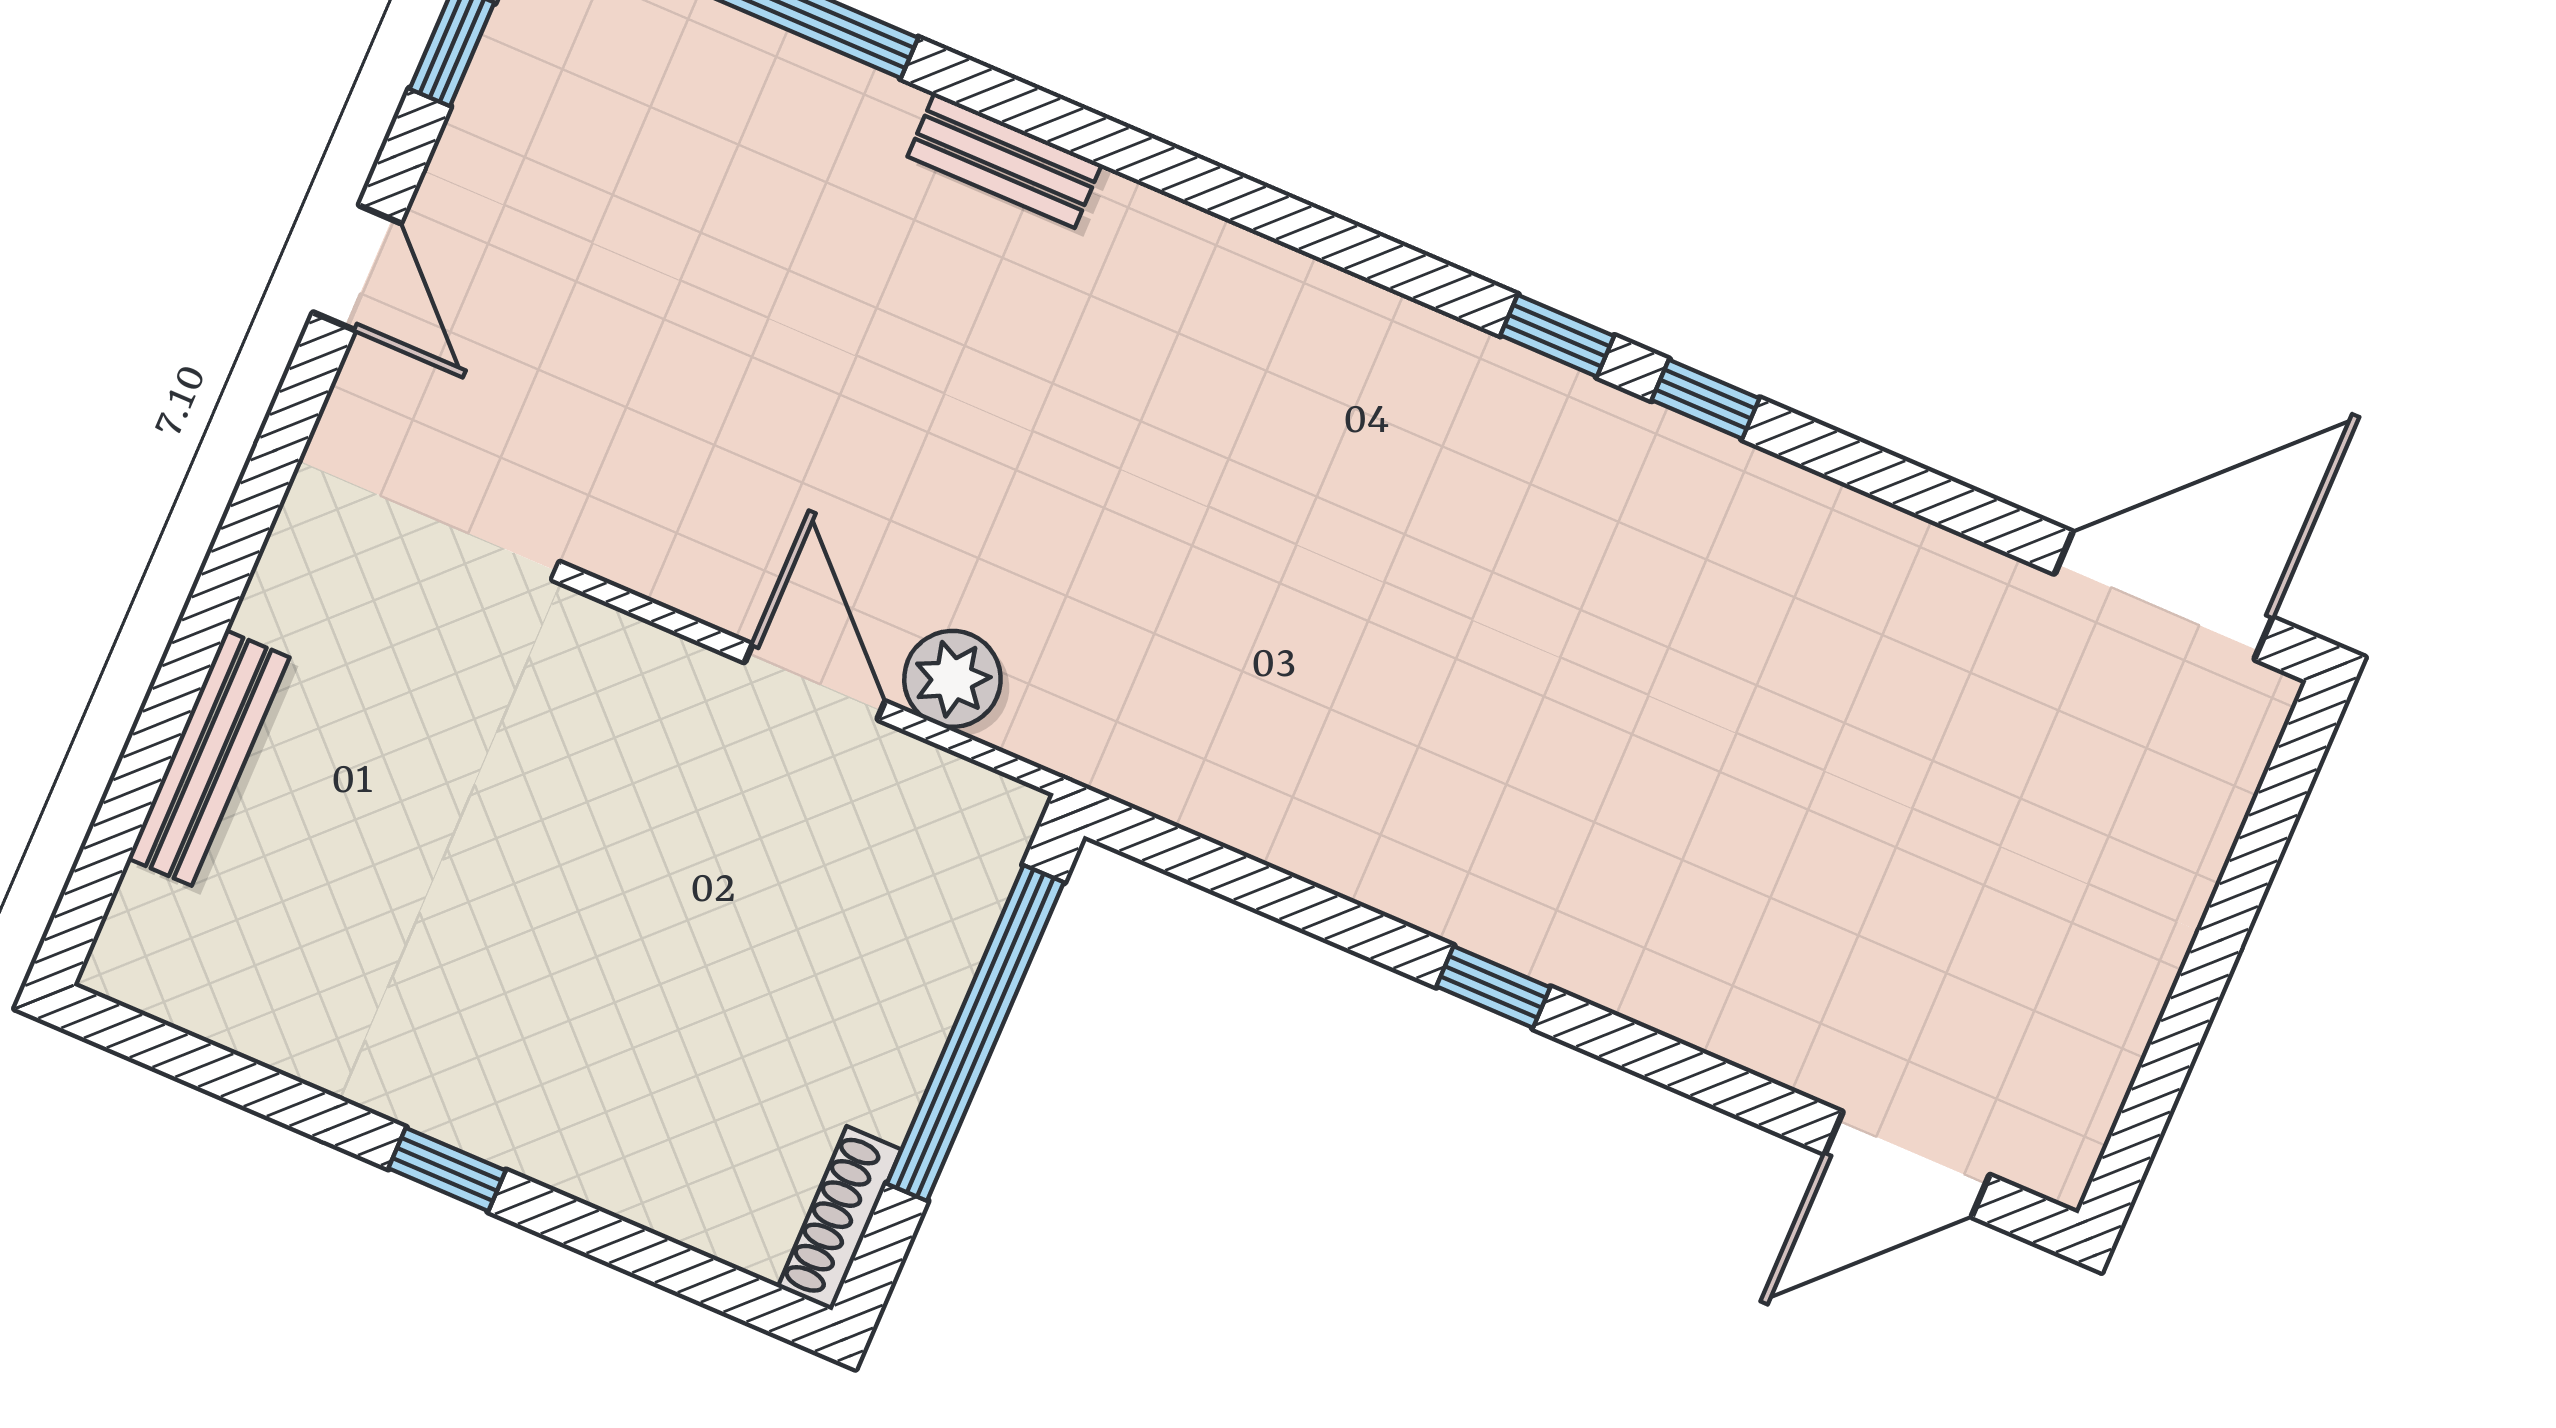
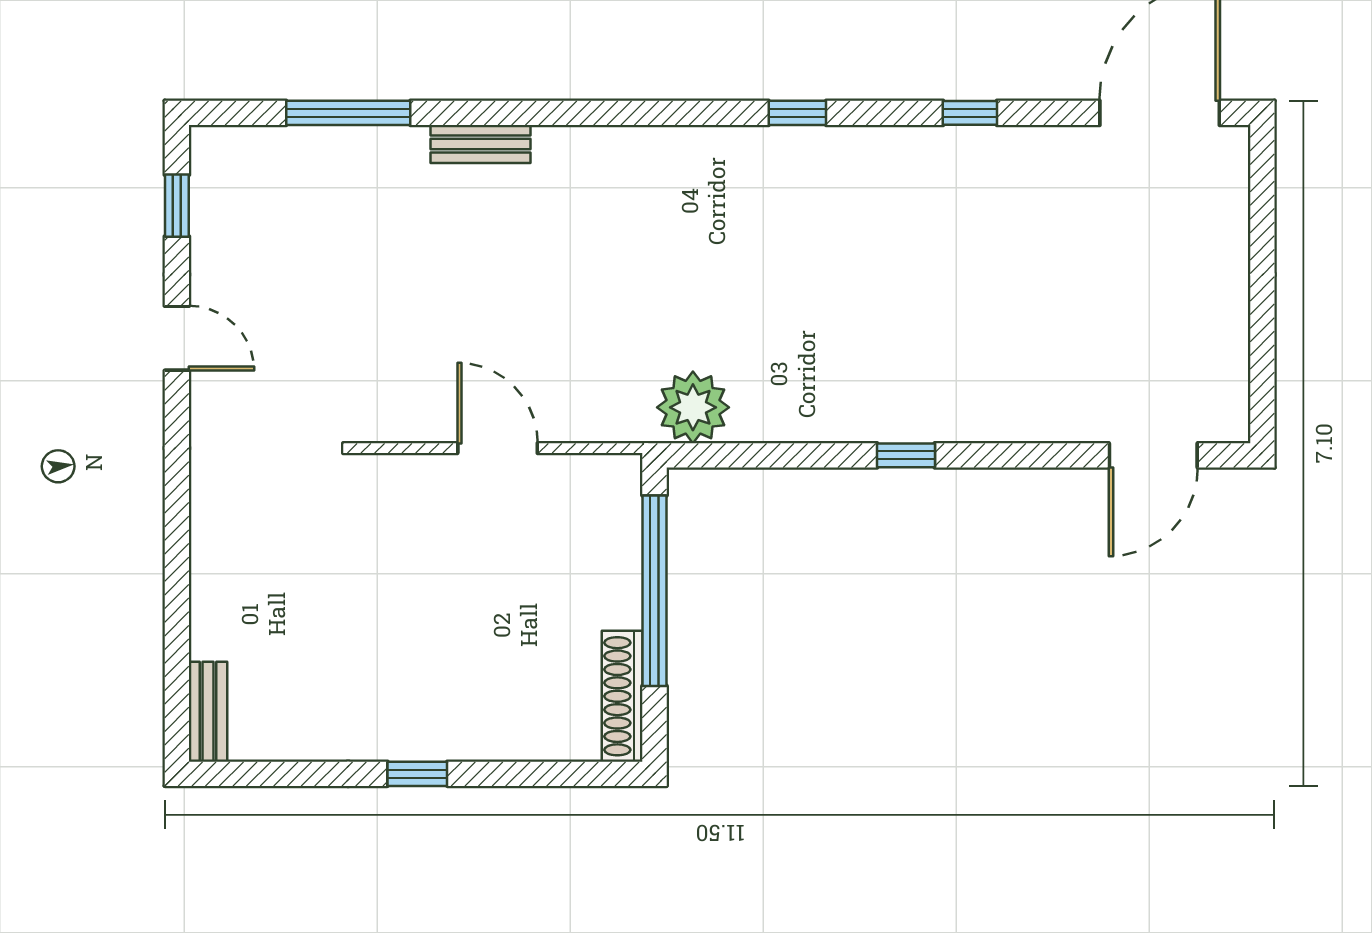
window: (1706, 399) -> (970, 113), moved
plant: (952, 679) -> (693, 407), moved, width x1.36, depth x1.36
bench: (209, 758) -> (208, 712), moved, width x0.73
shoe rack: (840, 1218) -> (622, 696), width x1.36, depth x1.24

